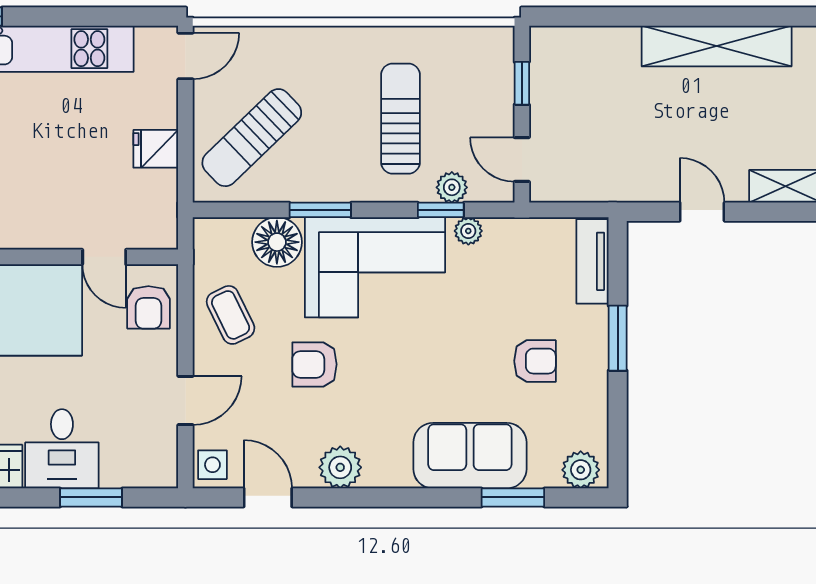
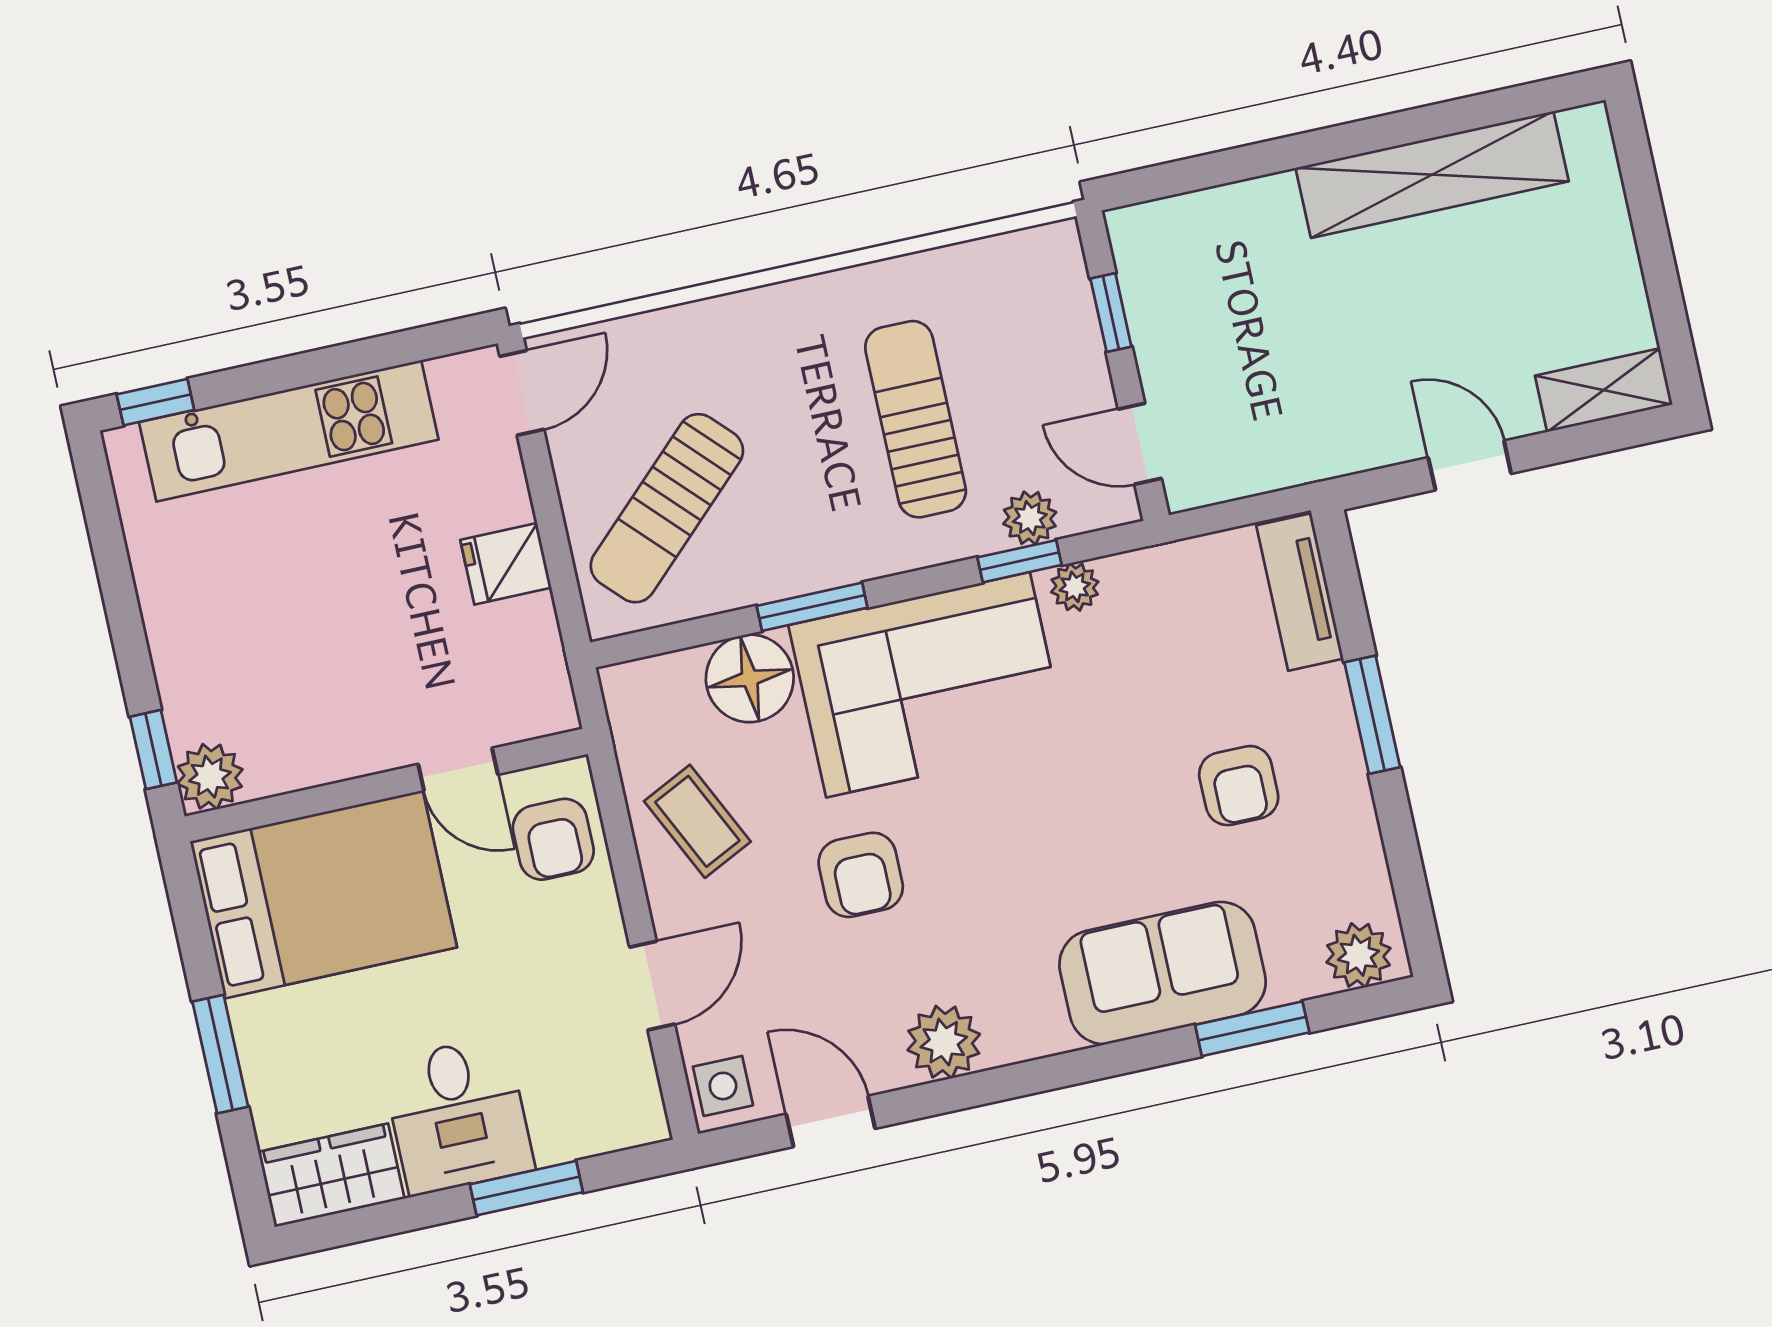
armchair: (535, 361) -> (1239, 786), turned 90
armchair: (315, 364) -> (861, 875), turned -90

